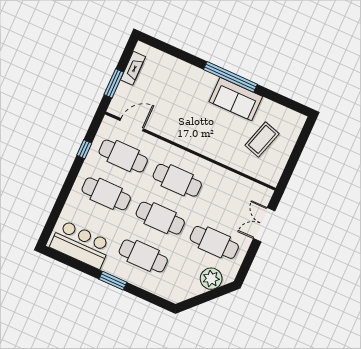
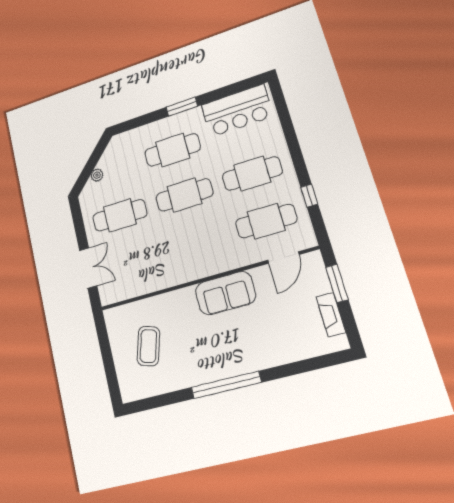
sofa: (236, 99) -> (225, 293), moved, turned 180
cafe table: (177, 180) -> (197, 242), removed
plant: (211, 279) -> (97, 175), width x0.53, depth x0.53

